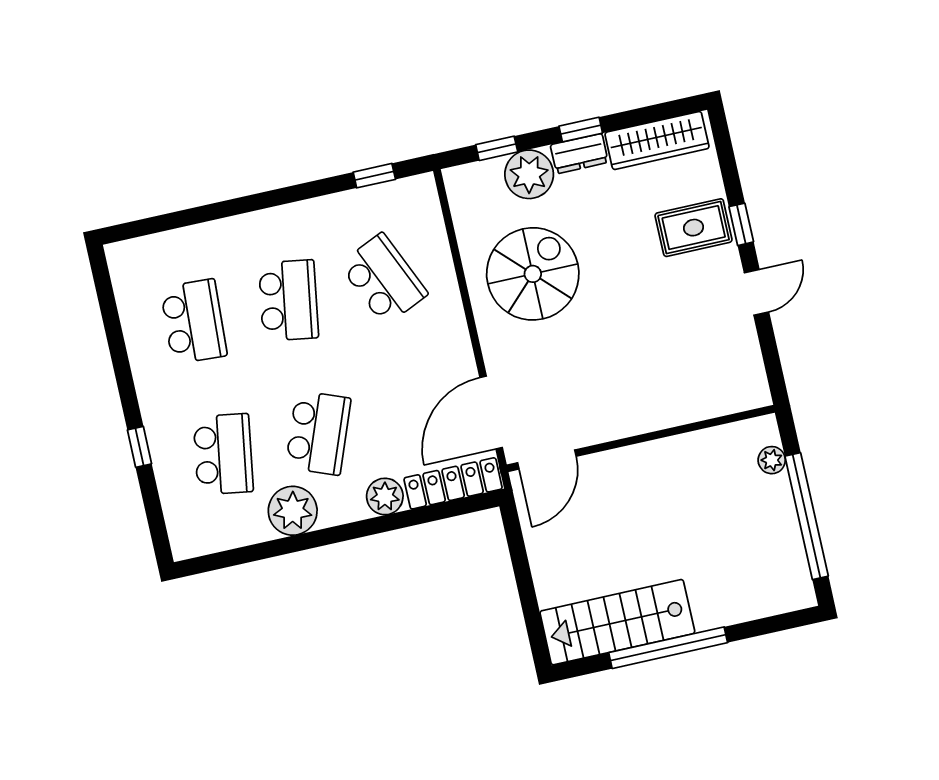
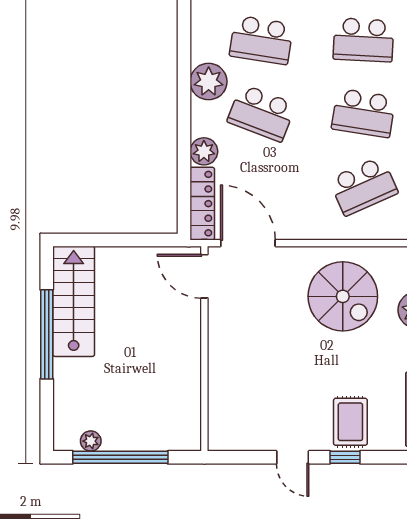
plant: (772, 460) -> (91, 441), moved

